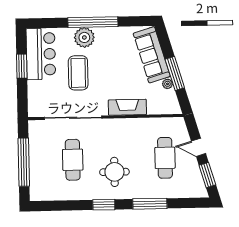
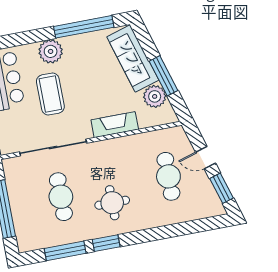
window: (93, 22) -> (84, 27), moved
plant: (167, 84) -> (155, 96), width x1.87, depth x1.87
window: (150, 204) -> (65, 251), moved

